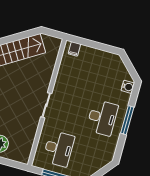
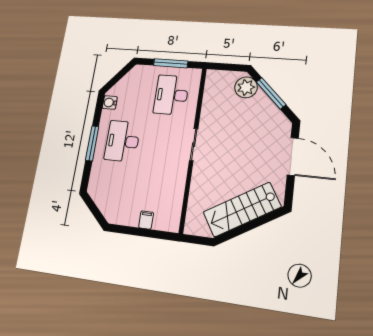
filing cabinet: (74, 49) -> (146, 220), moved
water cooler: (128, 87) -> (110, 103), moved

